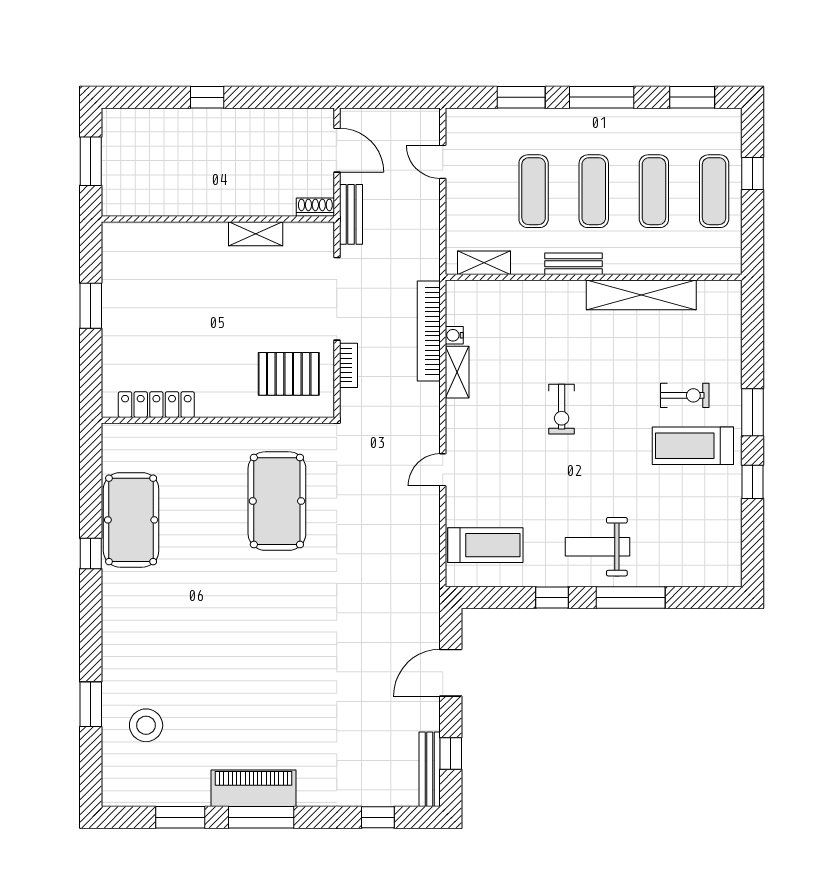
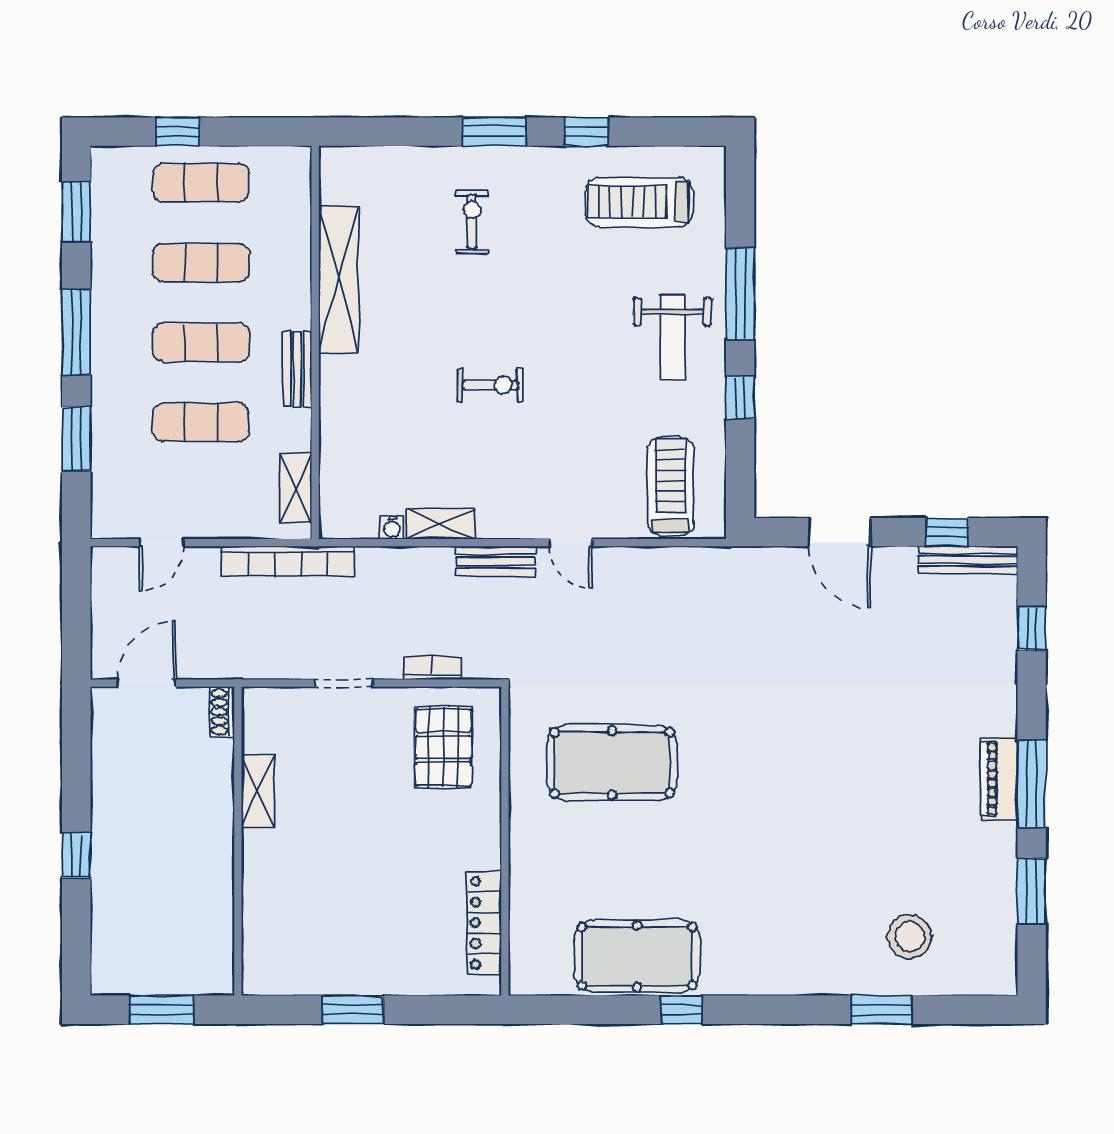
bench: (351, 214) -> (496, 561), moved
doorway: (337, 299) -> (344, 683), width x0.53
bookcase: (429, 331) -> (288, 561), moved
treadmill: (693, 446) -> (639, 202), moved, turned 90
piano: (253, 788) -> (999, 779), width x0.73, depth x0.75

